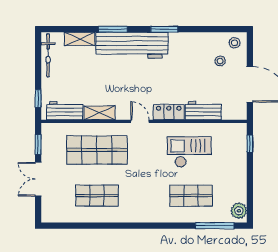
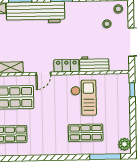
door: (140, 121) -> (43, 74), swing flipped
checkout: (189, 152) -> (84, 98), turned 90

